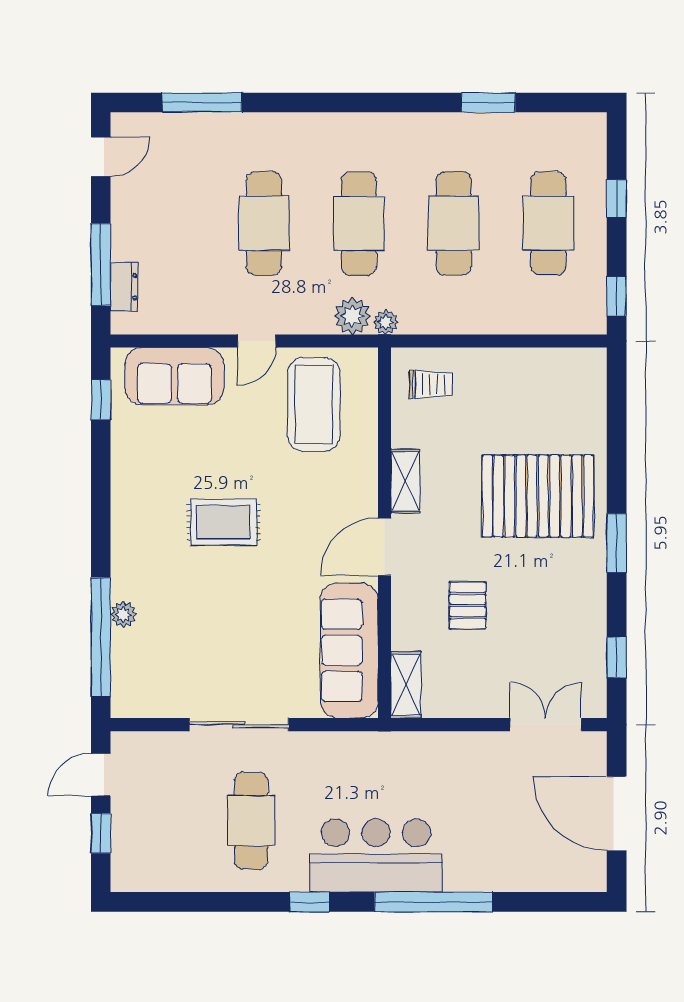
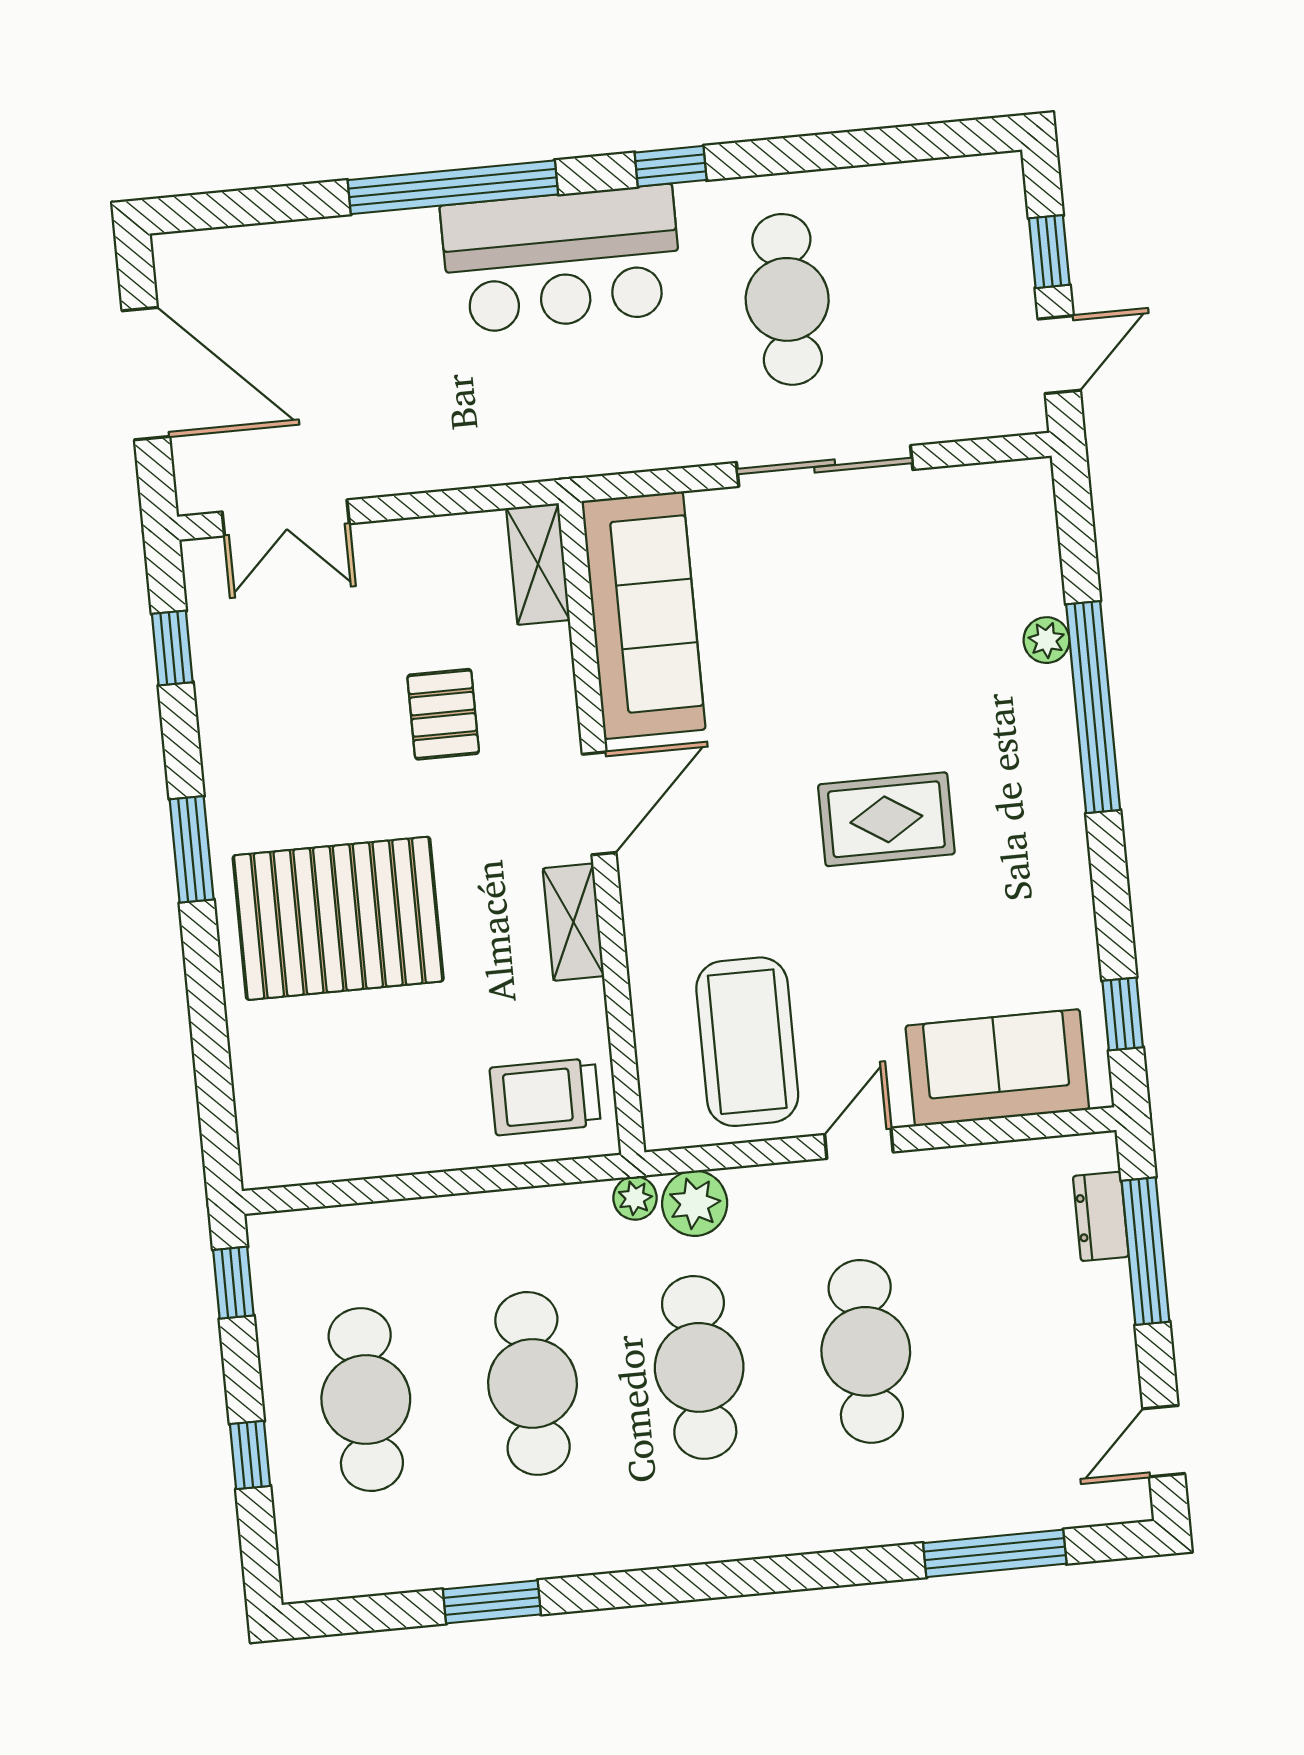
trolley: (431, 384) -> (545, 1097), width x1.36, depth x1.39
window: (101, 637) -> (1093, 707), moved

